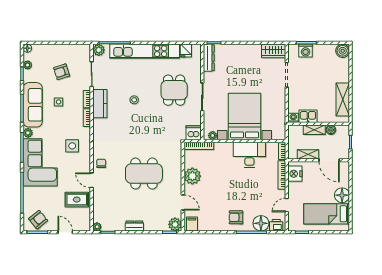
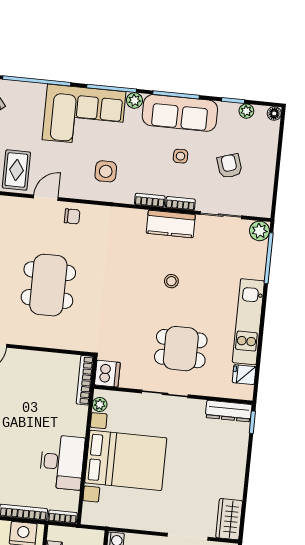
kitchen unit: (145, 51) -> (248, 322), width x0.73
plant: (192, 176) -> (36, 365), removed

